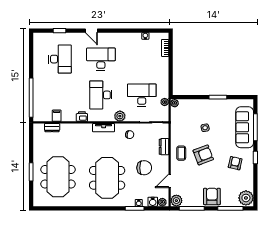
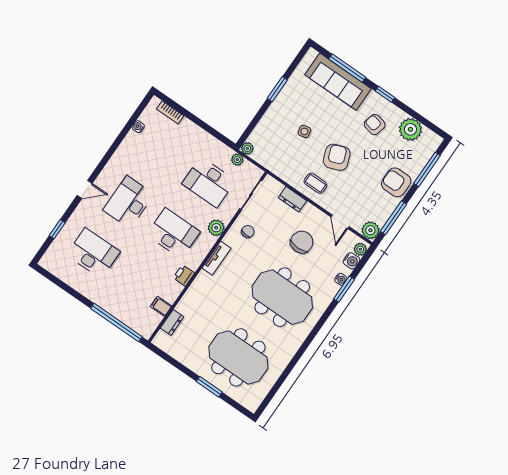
desk: (101, 95) -> (173, 233), turned 180
desk: (142, 95) -> (209, 182), turned -90
plant: (246, 198) -> (410, 129), moved

